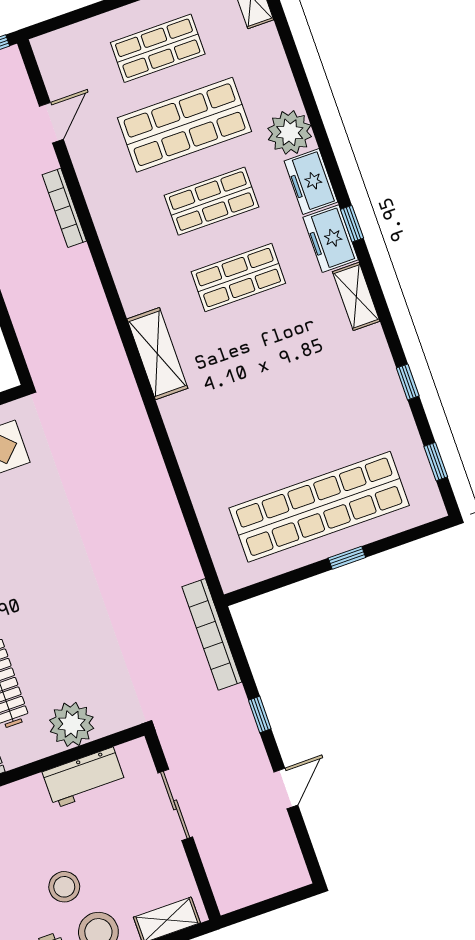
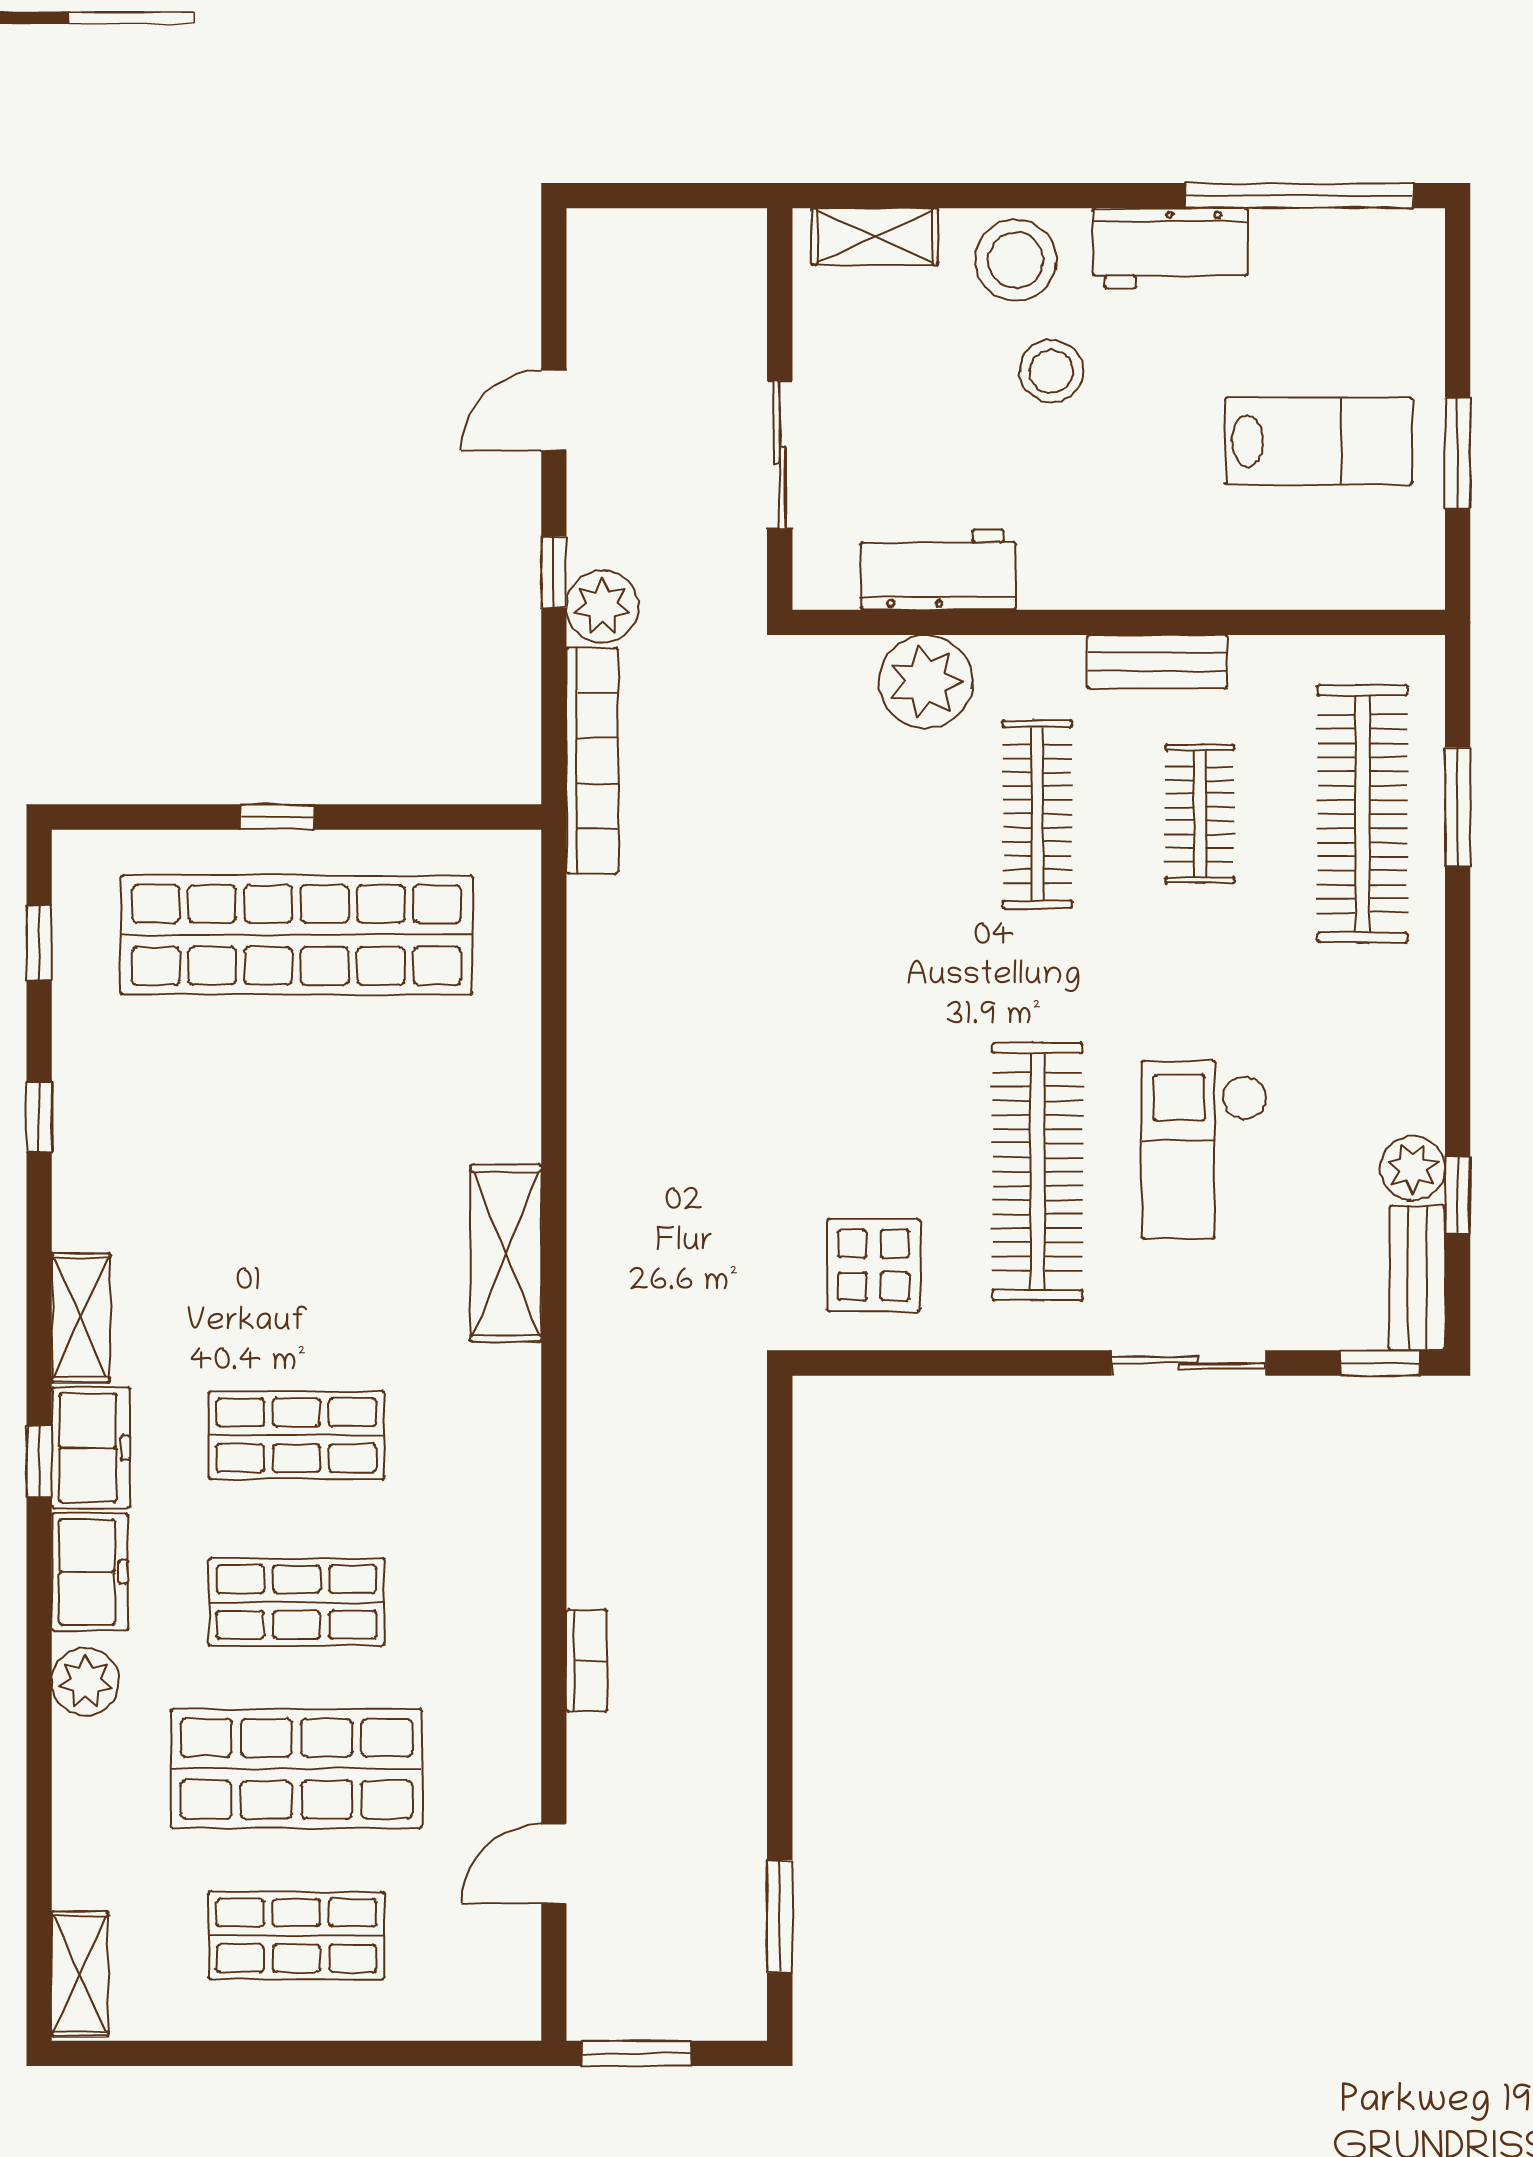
plant: (290, 132) -> (86, 1682), width x0.73, depth x0.73
bookcase: (64, 208) -> (587, 1661), width x0.64
shelving: (157, 354) -> (506, 1253), moved
plant: (232, 707) -> (602, 606), added

